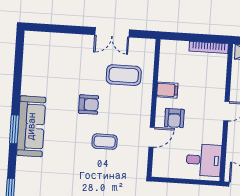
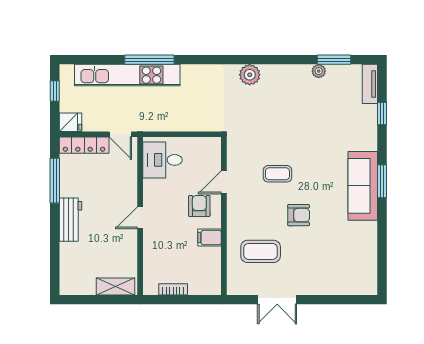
double door: (112, 32) -> (277, 300), swing flipped
bookcase: (209, 47) -> (173, 289), width x0.64
armchair: (89, 105) -> (299, 215), turned 180

